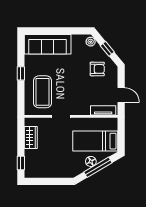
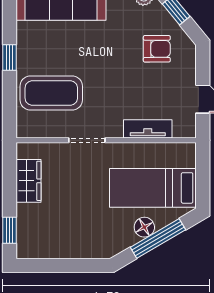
coffee table: (43, 92) -> (51, 93), turned 90
tv unit: (103, 110) -> (148, 129), moved

